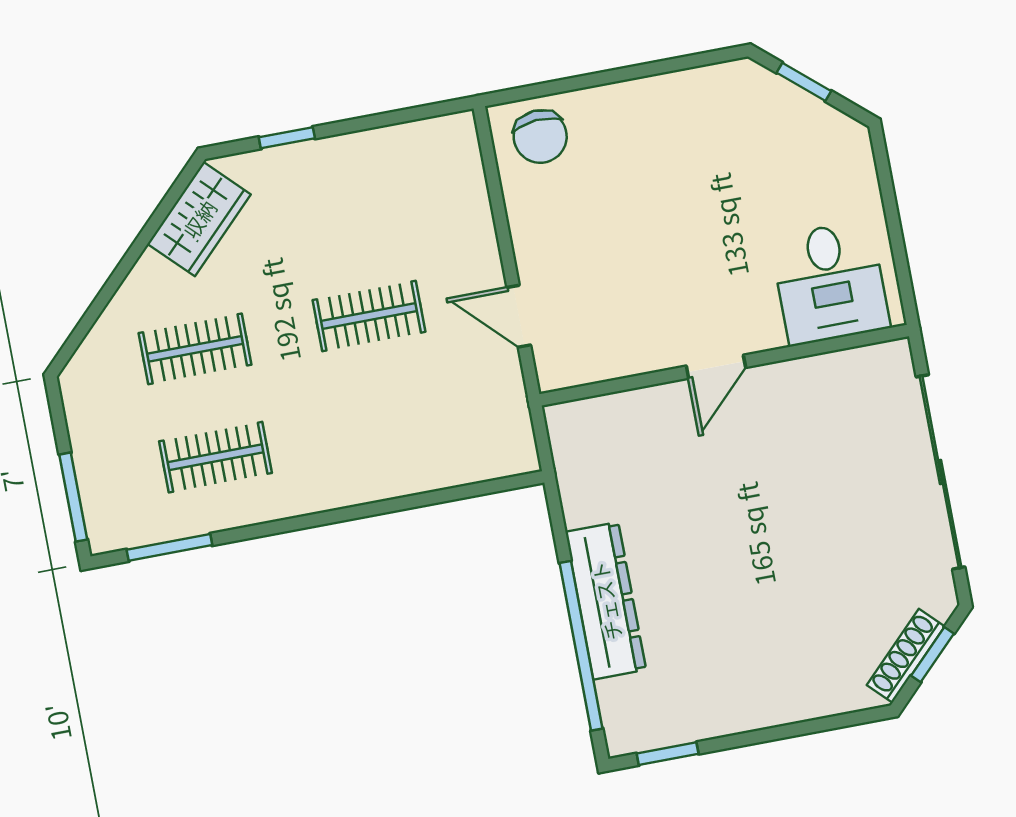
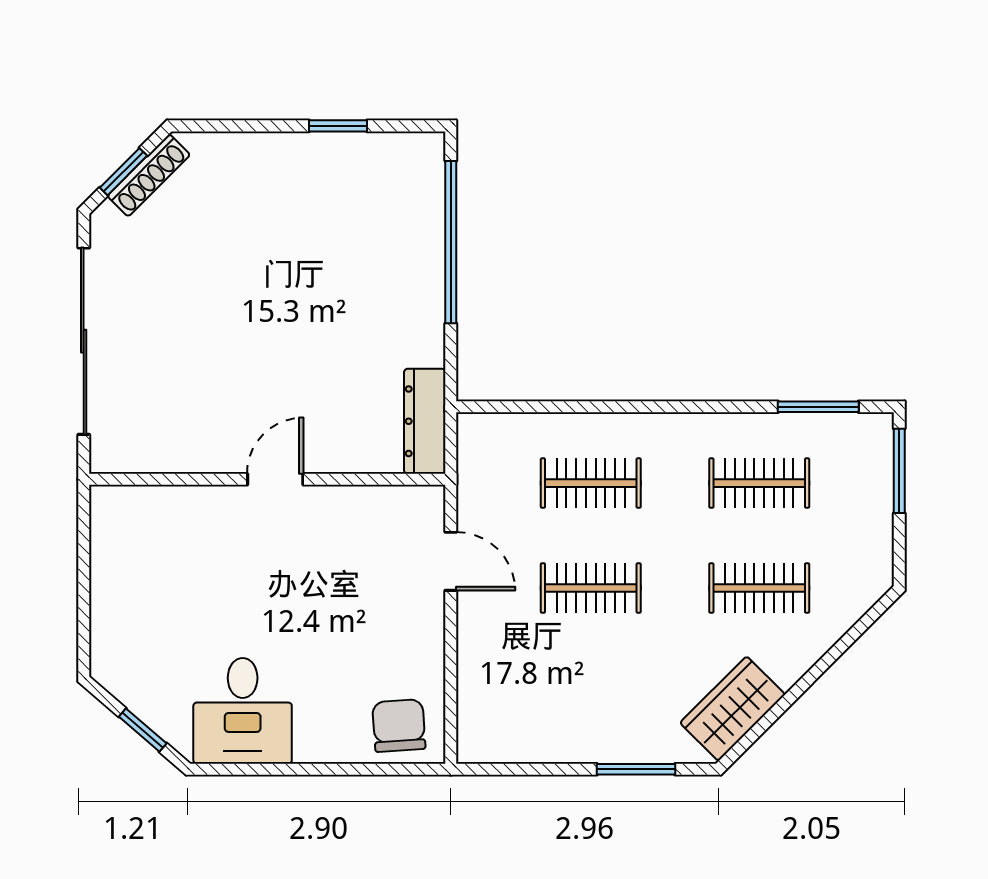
window: (287, 138) -> (636, 769), width x1.50
desk: (830, 283) -> (243, 711), moved, turned 180
clothes rail: (389, 424) -> (591, 483), added
dresser: (606, 601) -> (425, 421), moved, width x0.73, depth x0.80
window: (668, 754) -> (338, 126), moved

